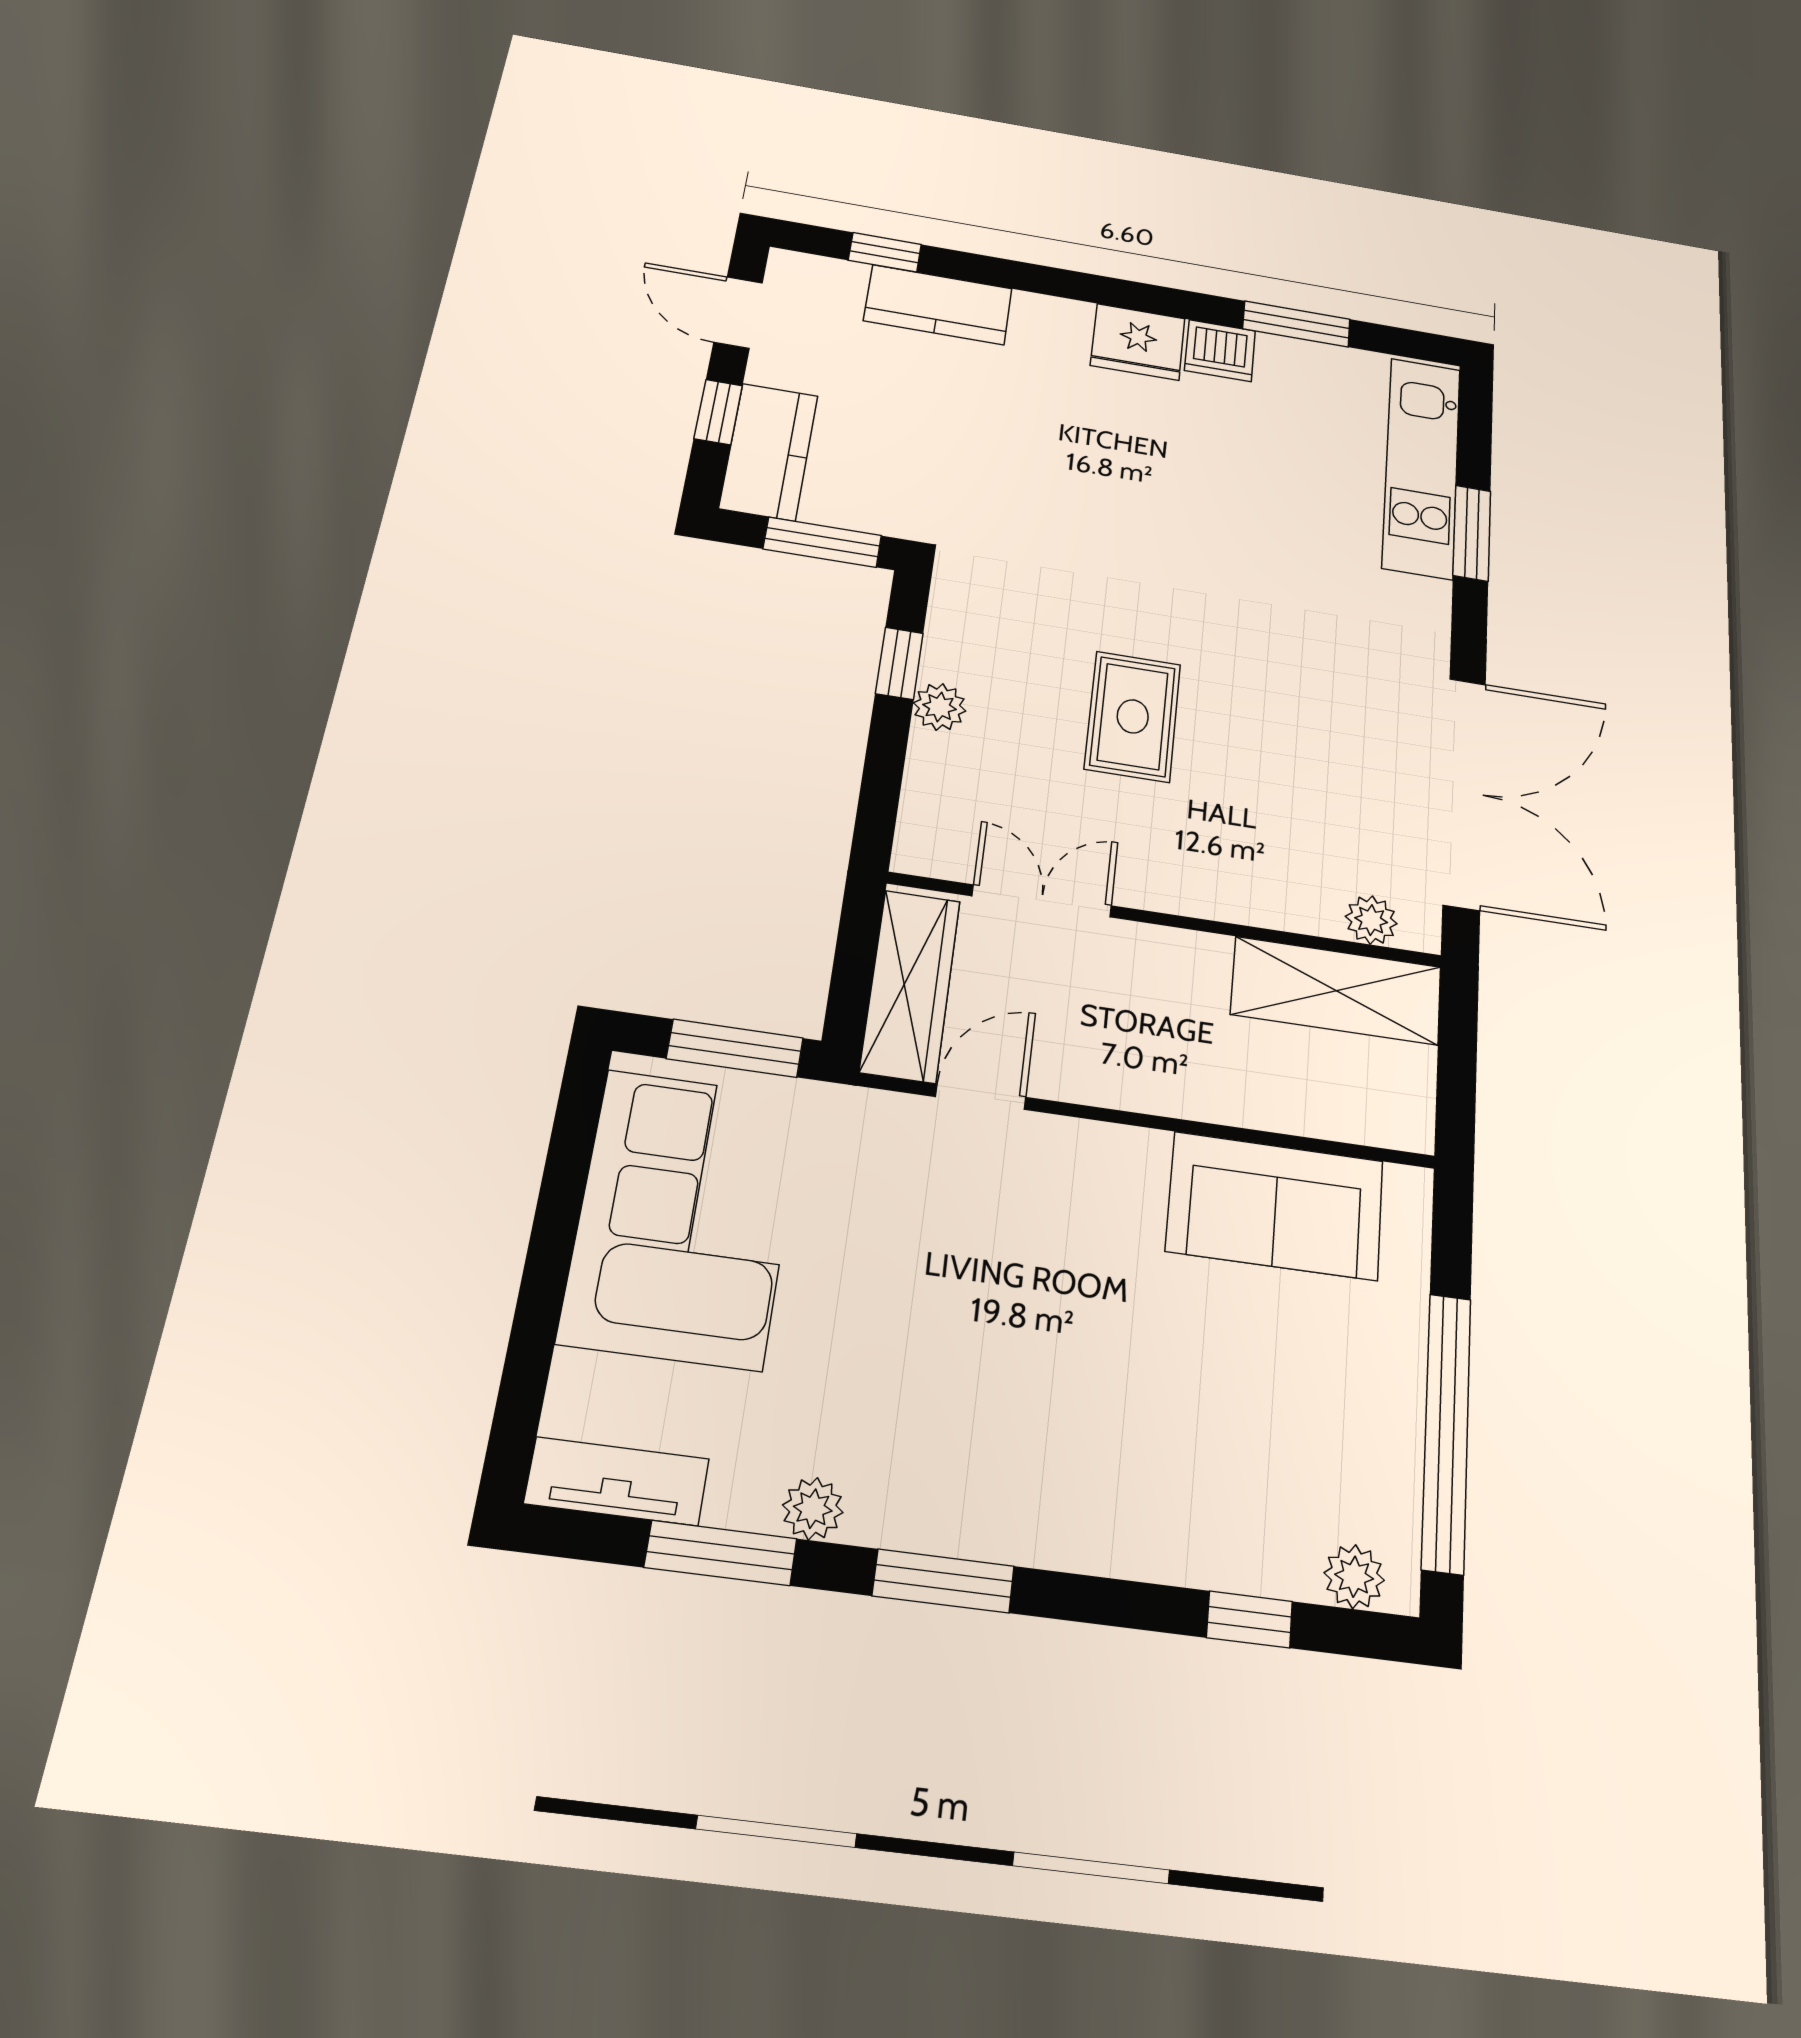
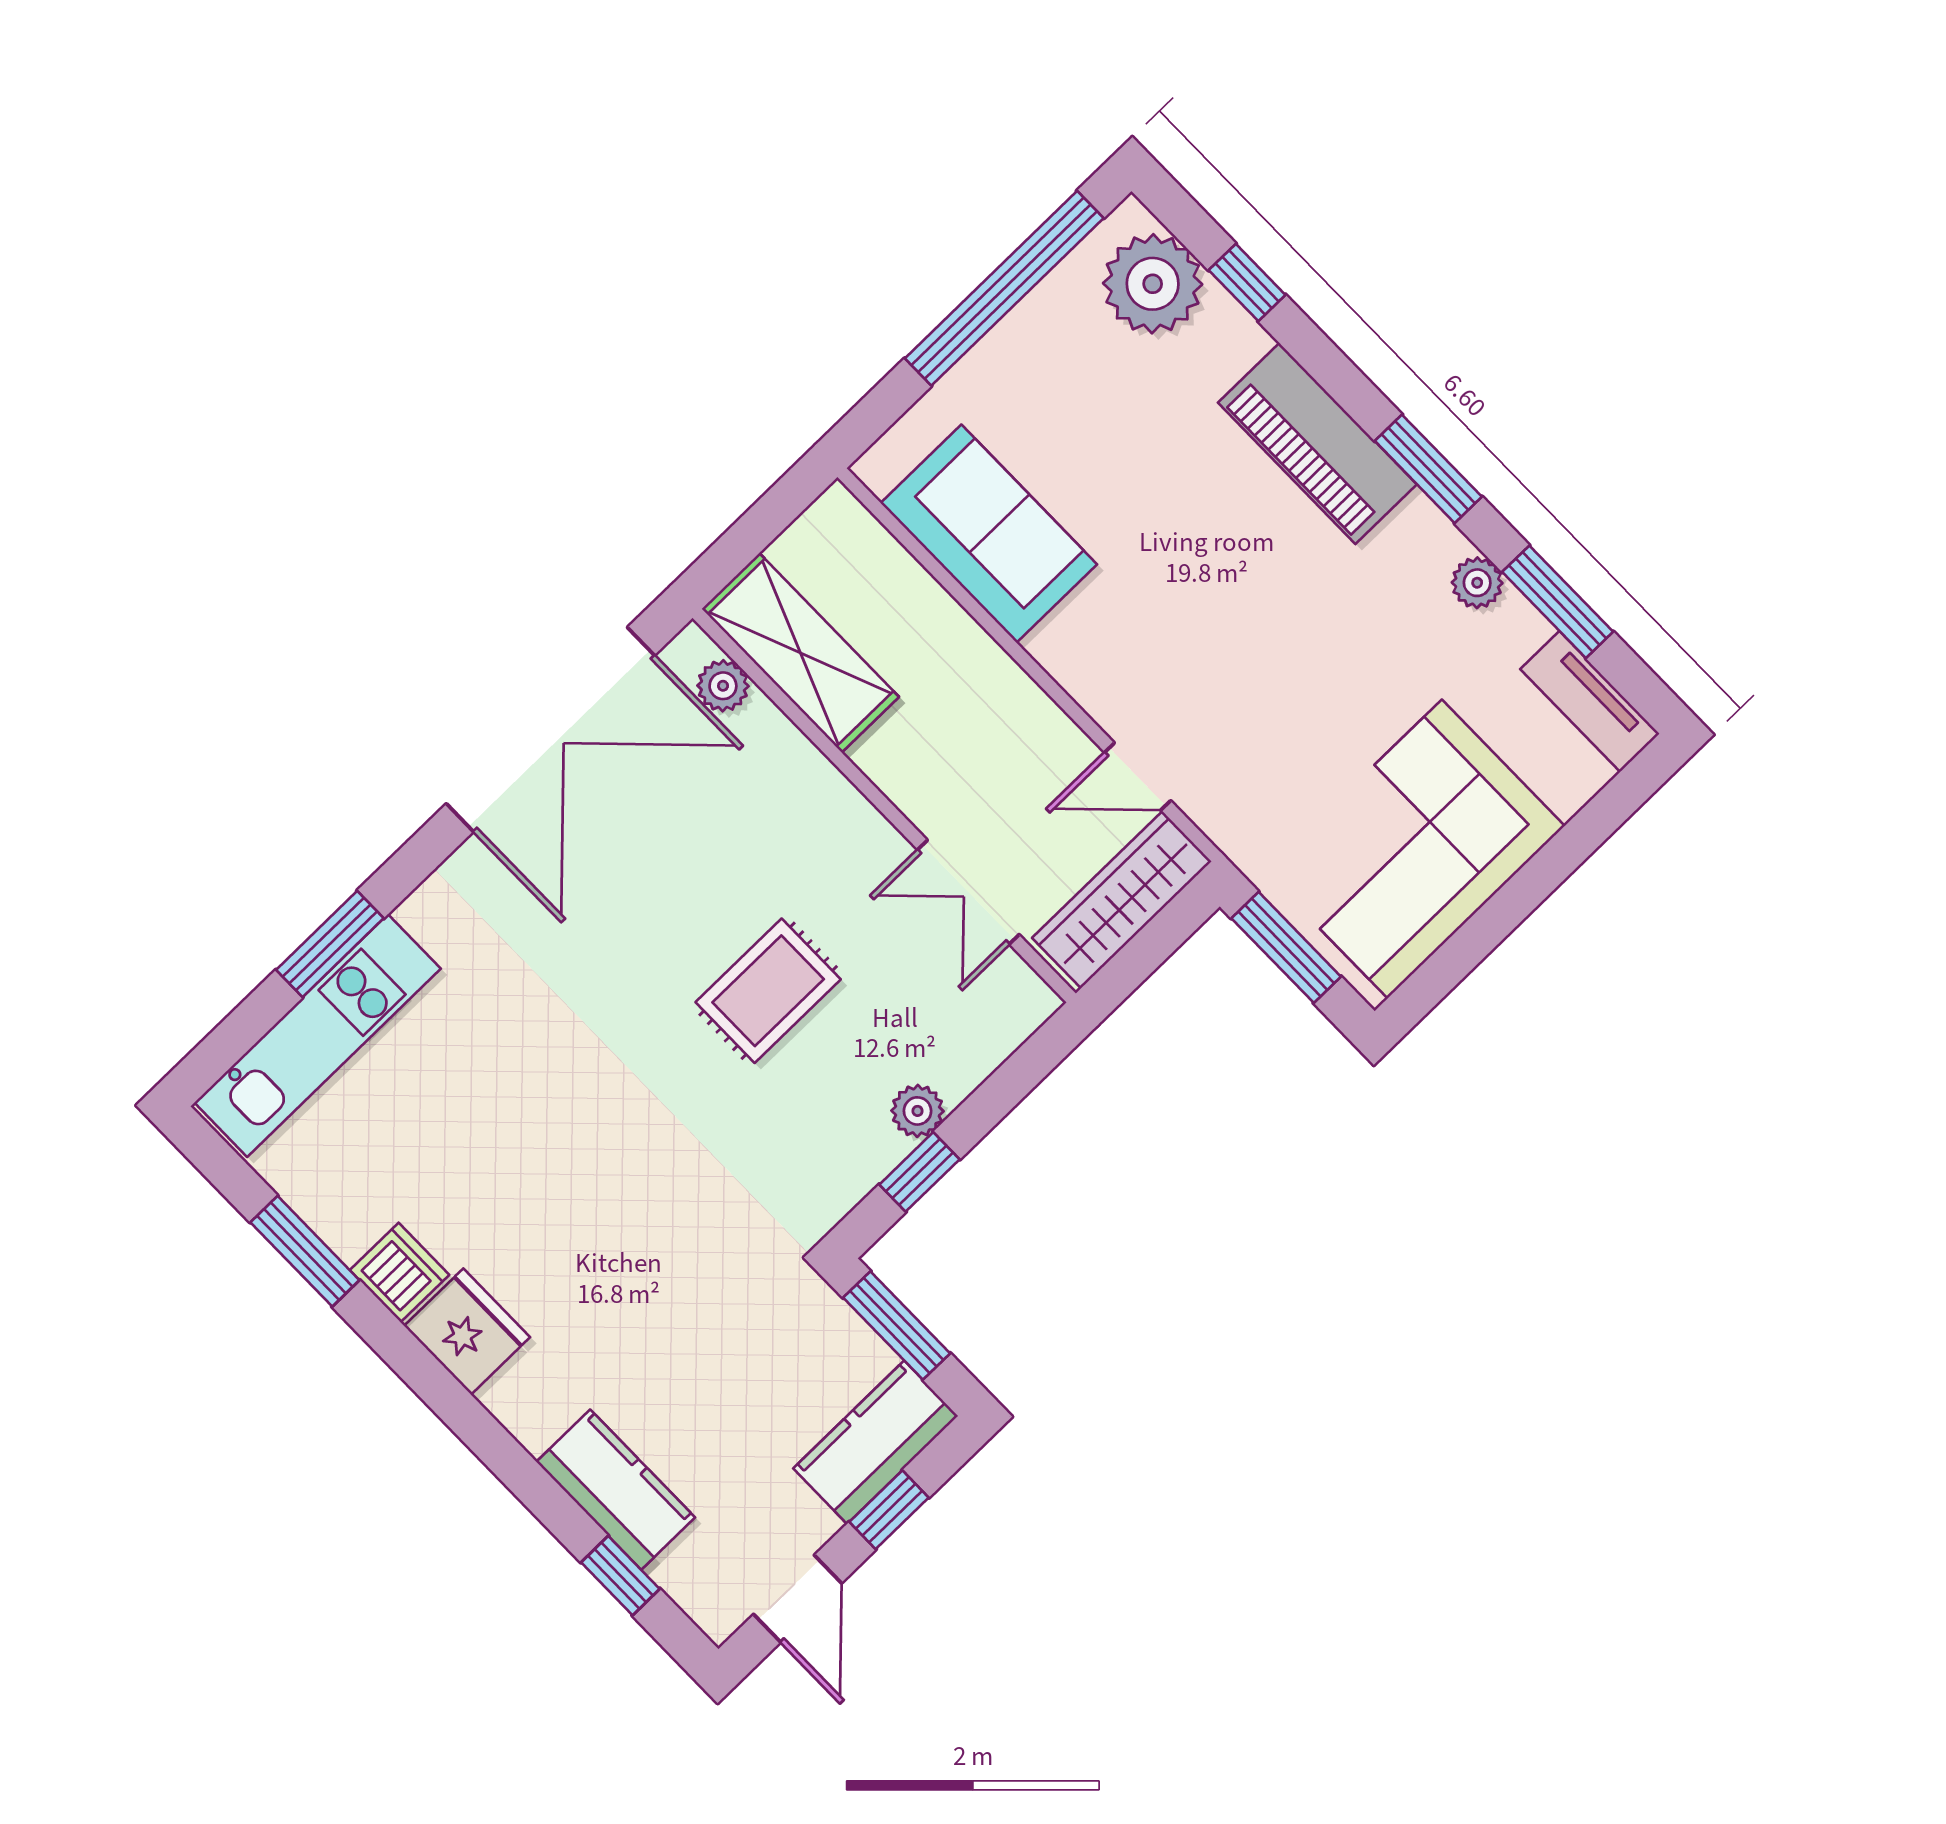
double door: (1465, 792) -> (550, 729), swing flipped
piano: (1064, 1519) -> (1317, 443), added
plant: (1354, 1577) -> (1153, 284), width x1.87, depth x1.87

